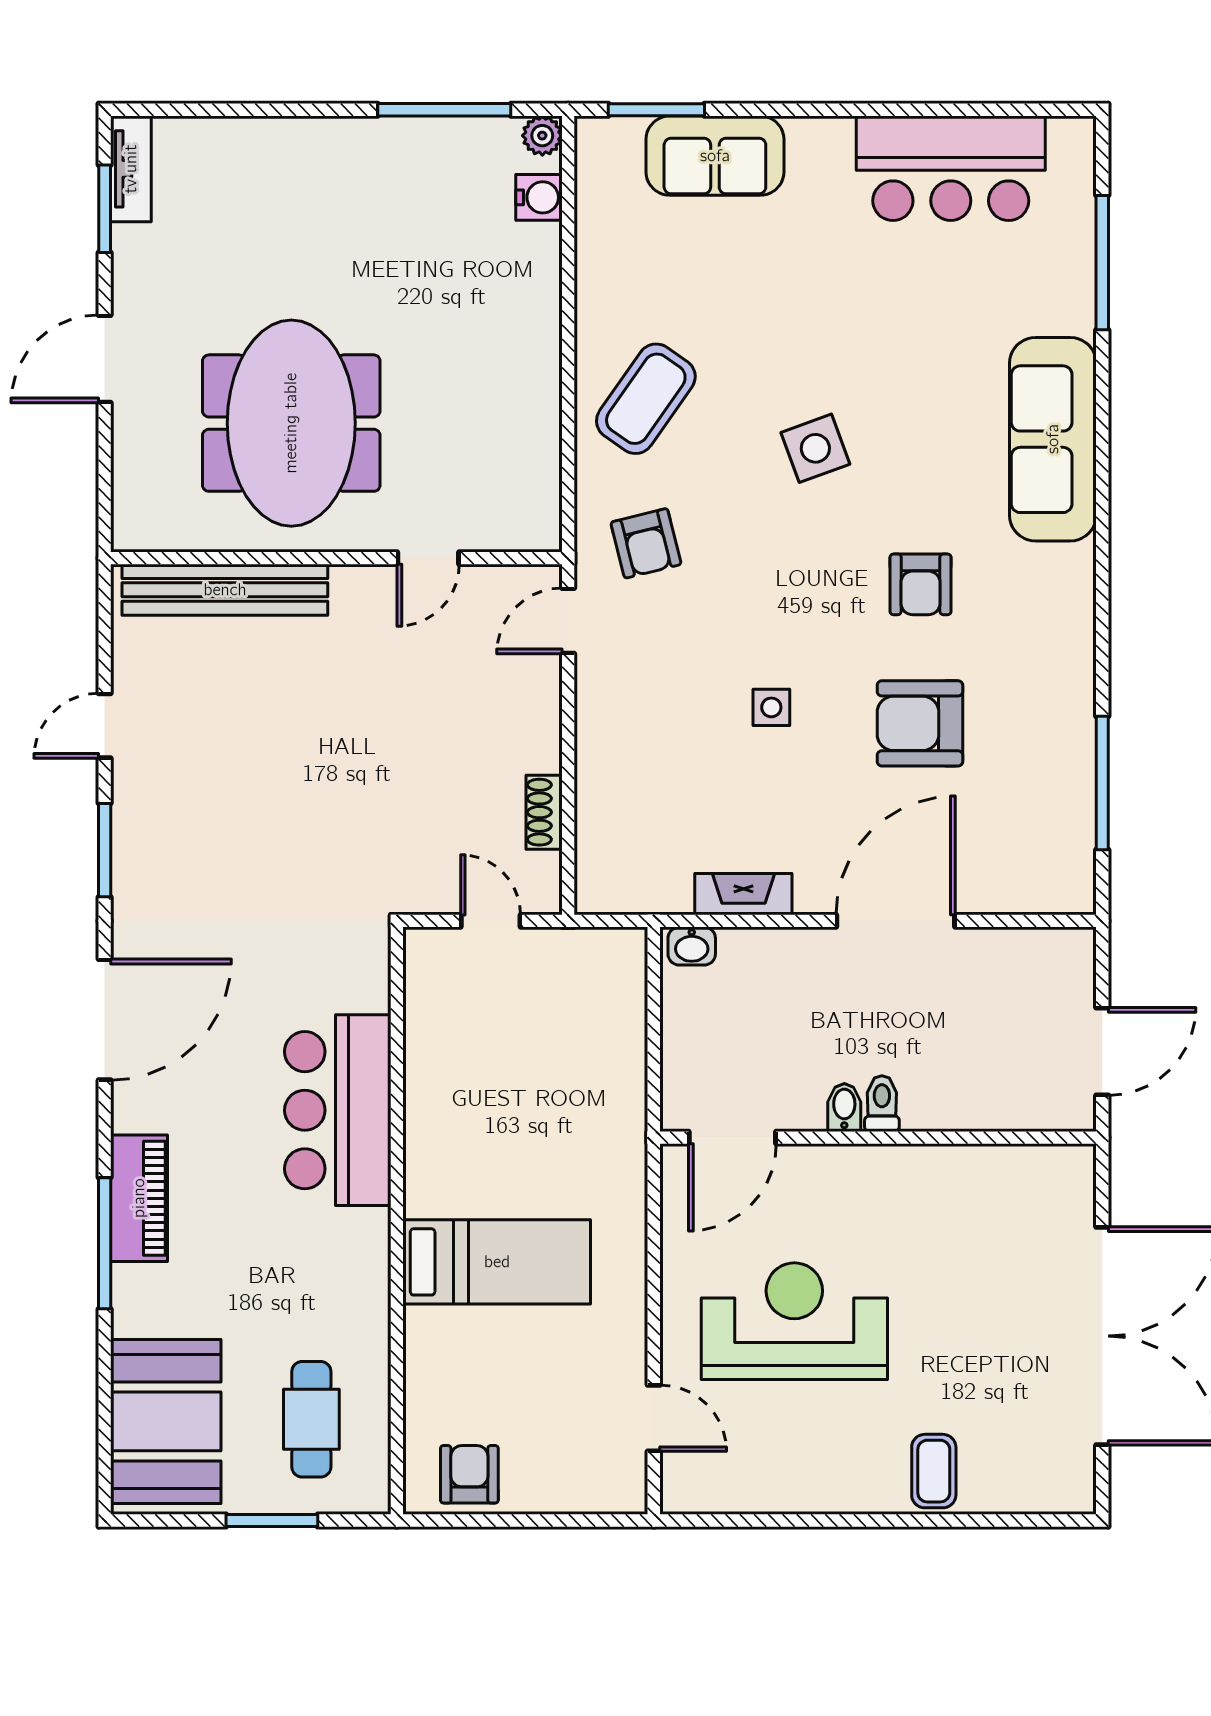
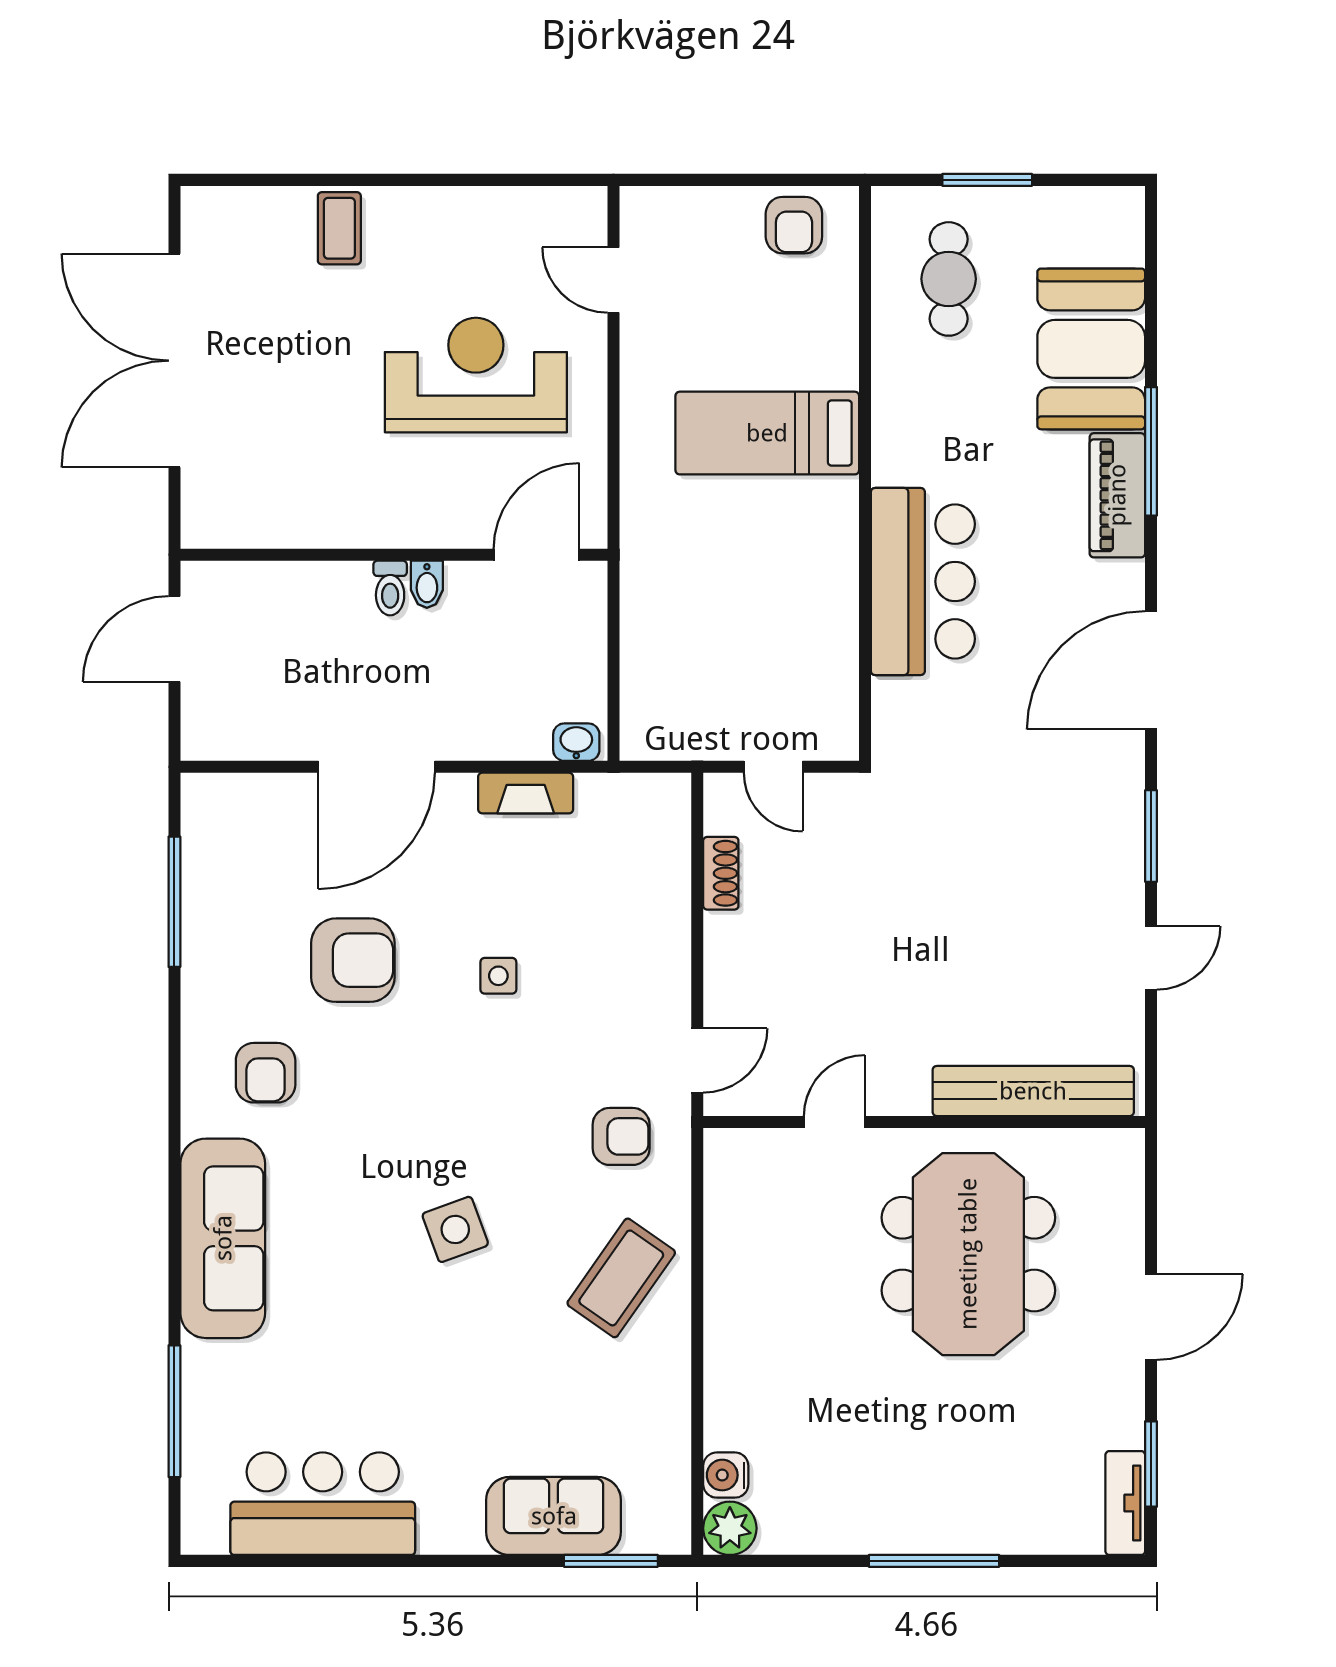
window: (444, 110) -> (934, 1561), moved
plant: (542, 136) -> (730, 1528), width x1.38, depth x1.38
armchair: (646, 543) -> (621, 1136), turned 104
armchair: (921, 584) -> (266, 1073), moved, turned 180
reception desk: (794, 1321) -> (476, 375), turned 180
booth: (166, 1421) -> (1091, 349), moved

